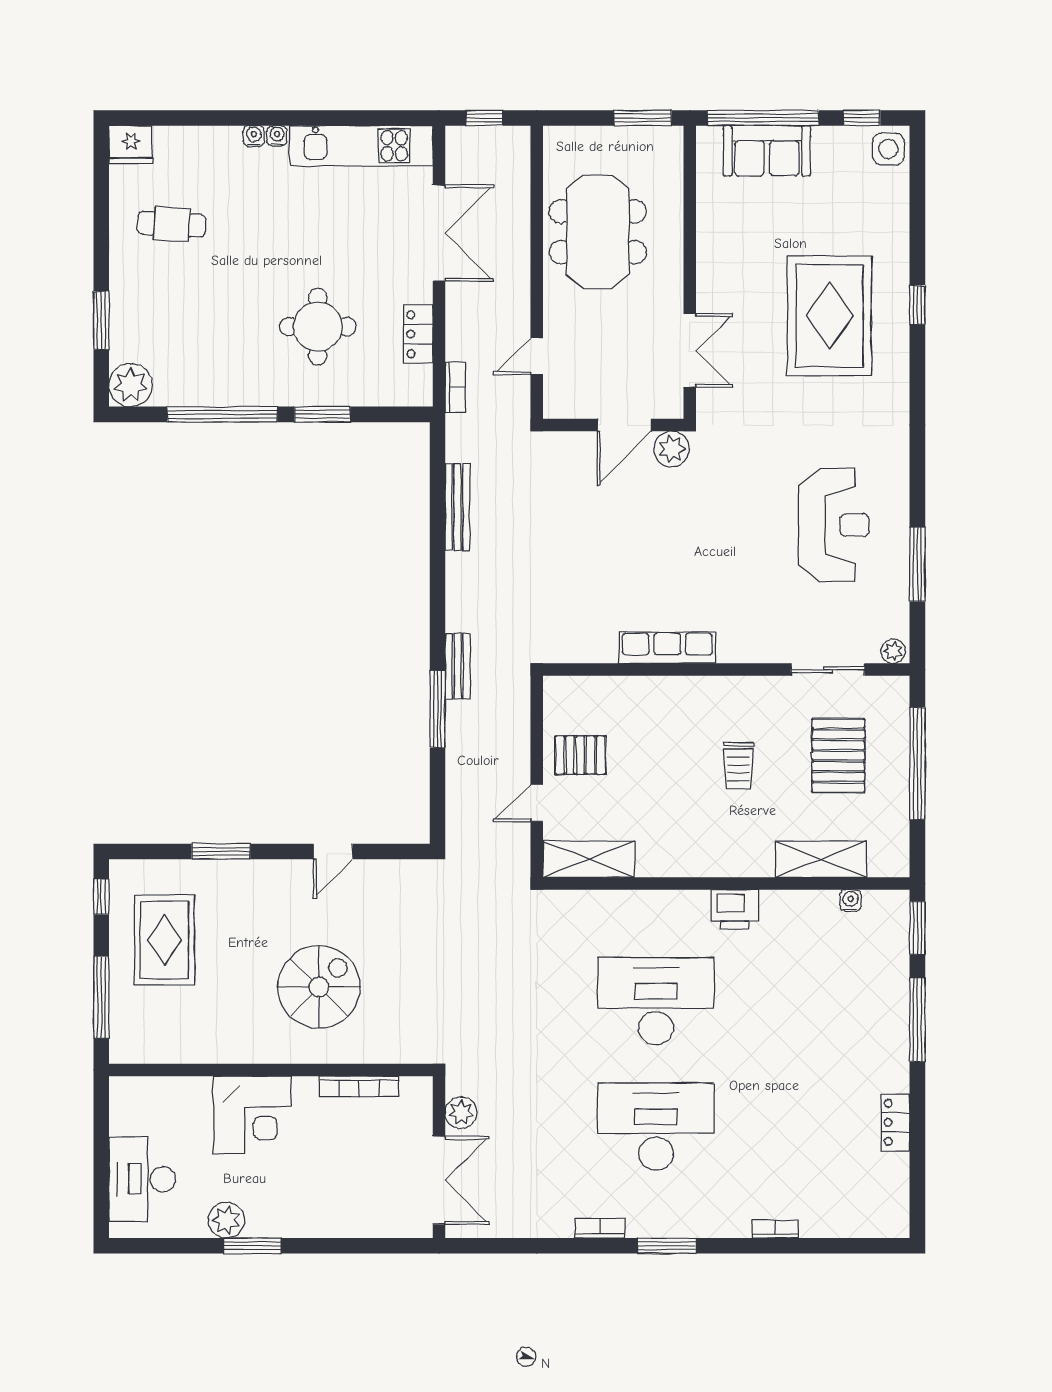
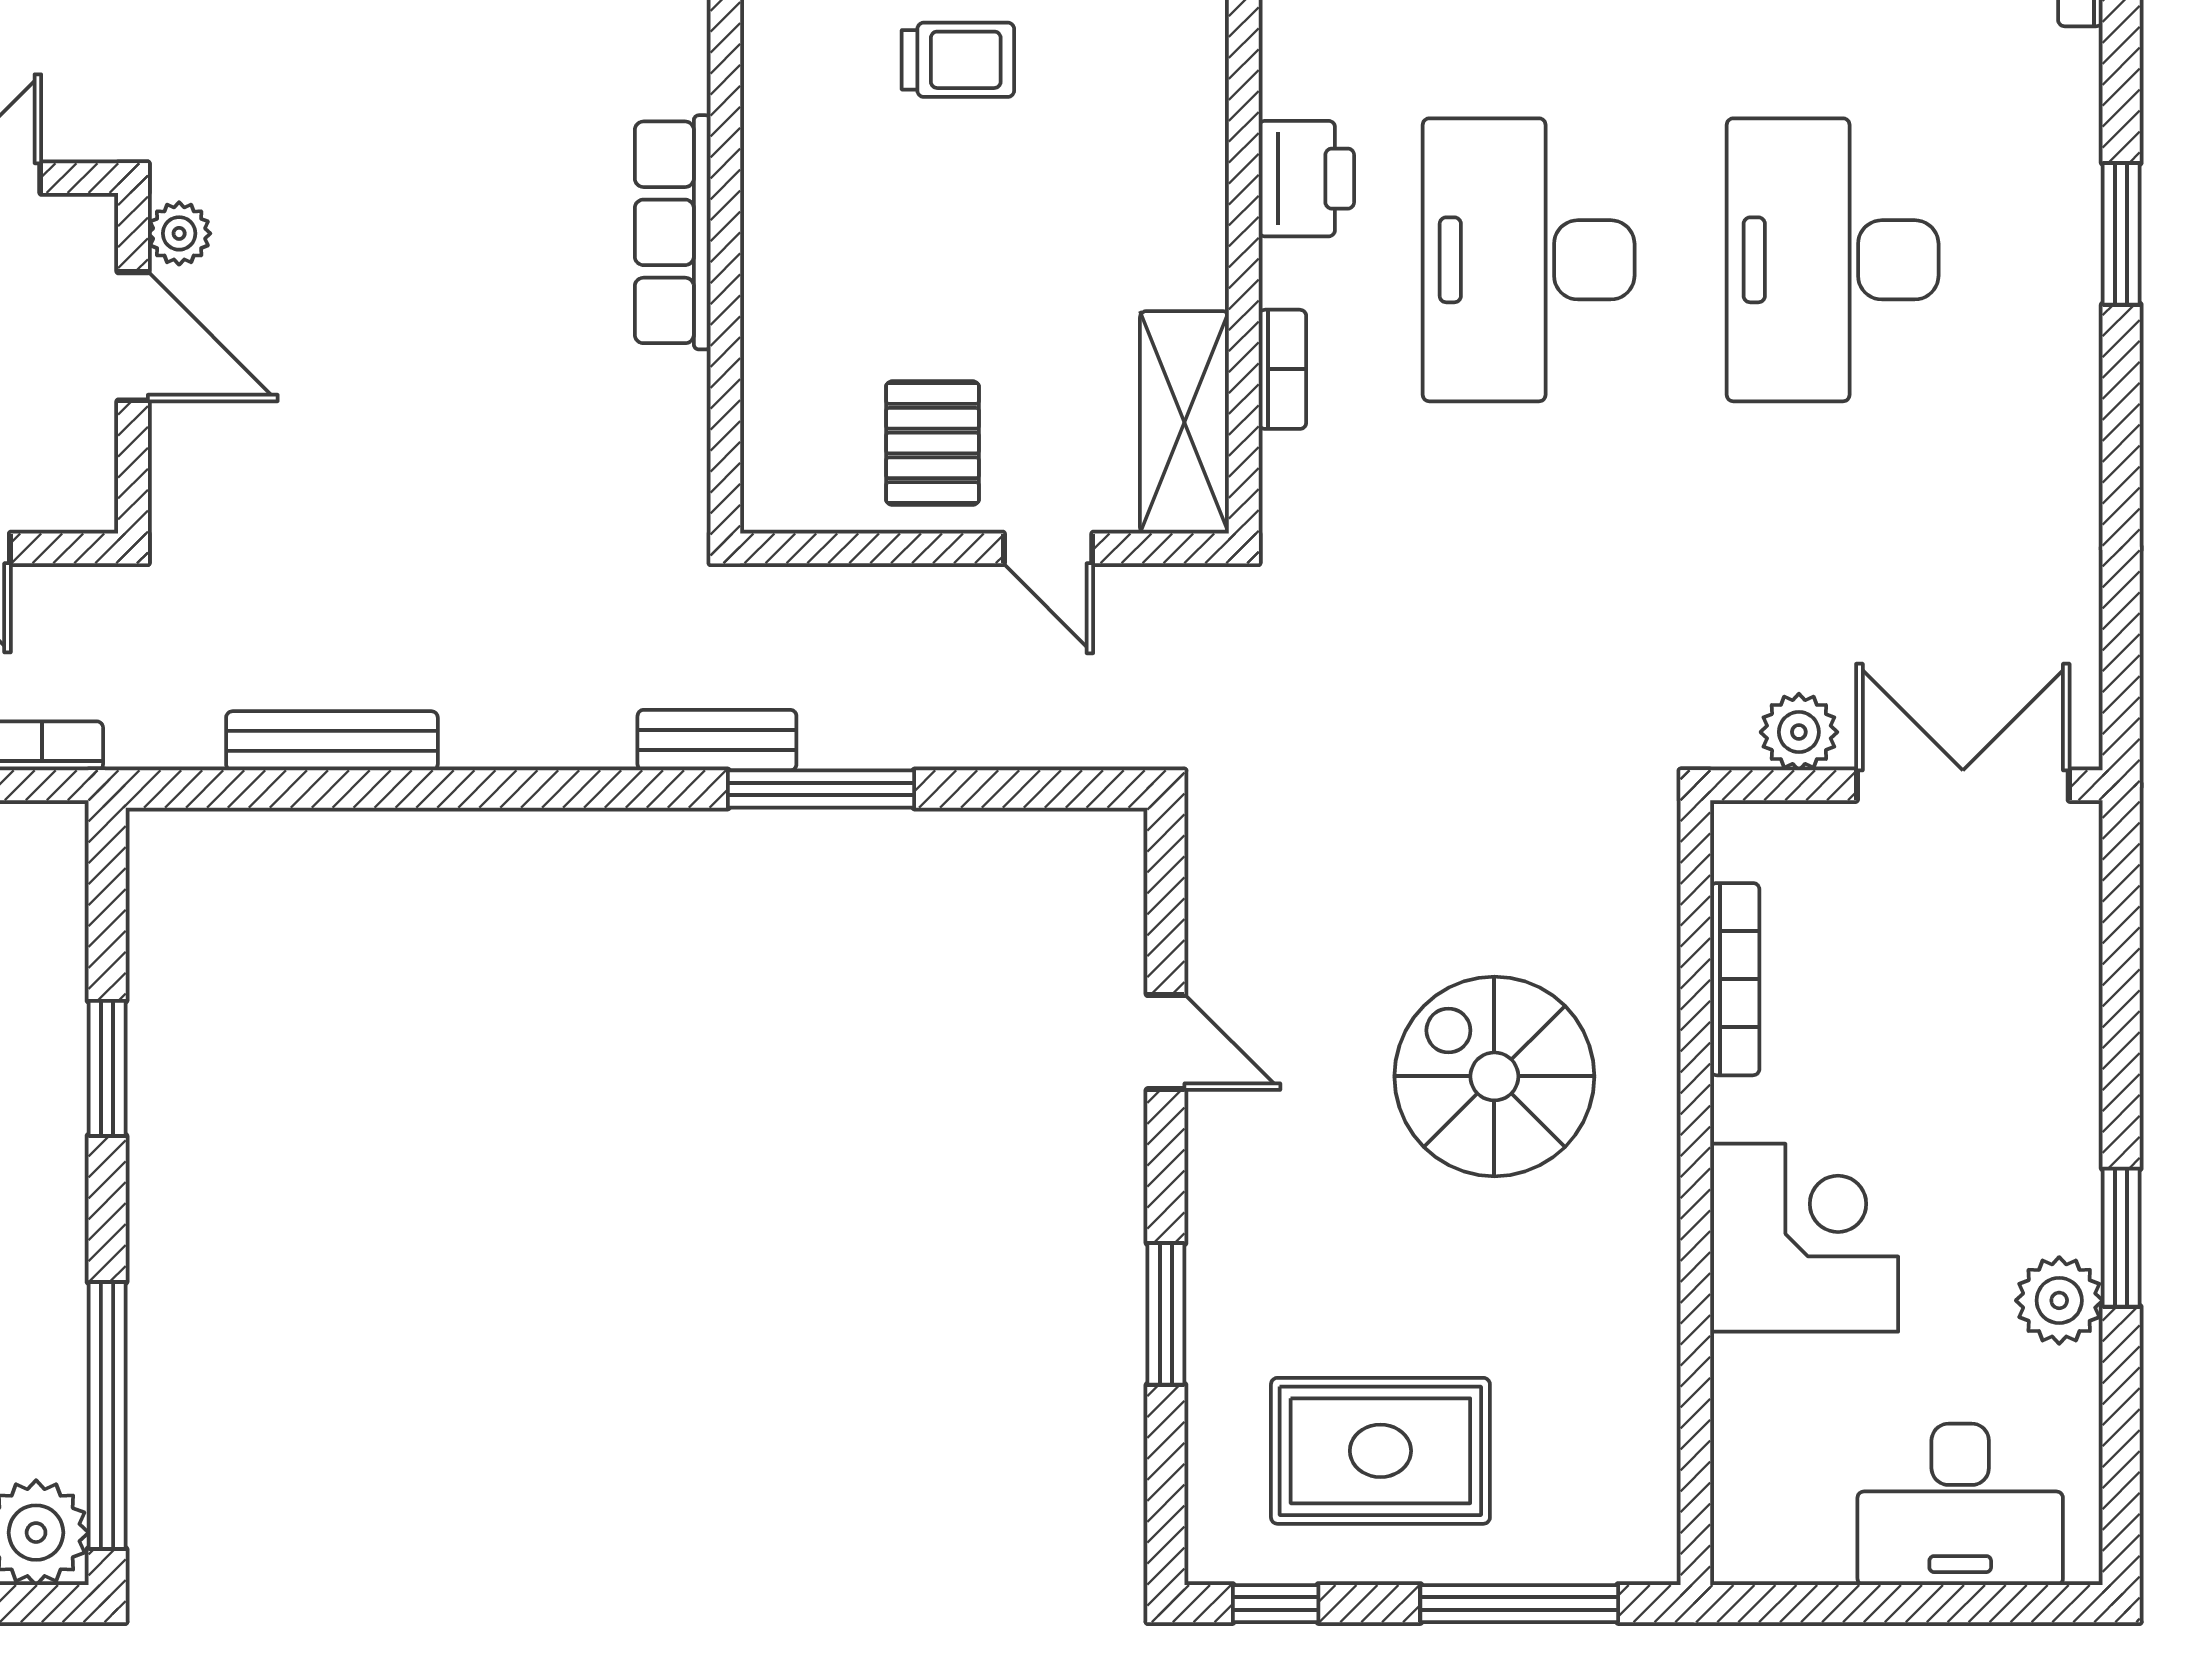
window: (222, 414) -> (107, 1415), moved
plant: (672, 449) -> (179, 233), width x0.73, depth x0.73
printer: (735, 909) -> (1306, 179), moved
bookcase: (600, 1228) -> (1282, 369), moved, turned 180

